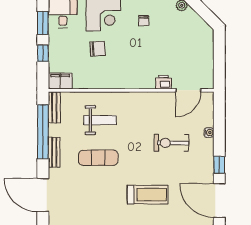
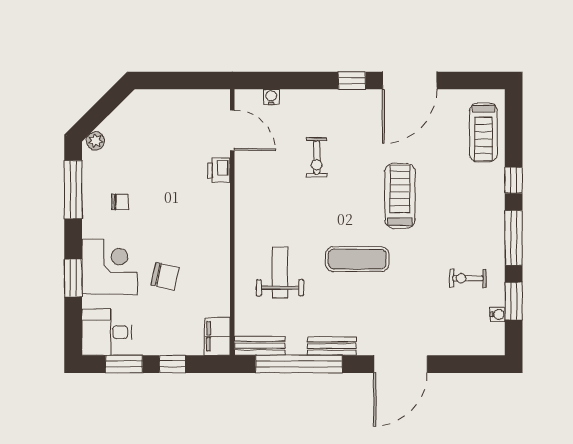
chair: (98, 49) -> (165, 276), turned 106
water cooler: (209, 133) -> (271, 97), moved
exercise bike: (171, 143) -> (317, 157), width x0.73, depth x0.72
exercise mat: (98, 158) -> (357, 259), moved, turned 90

